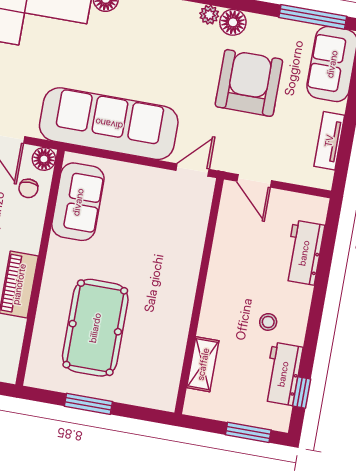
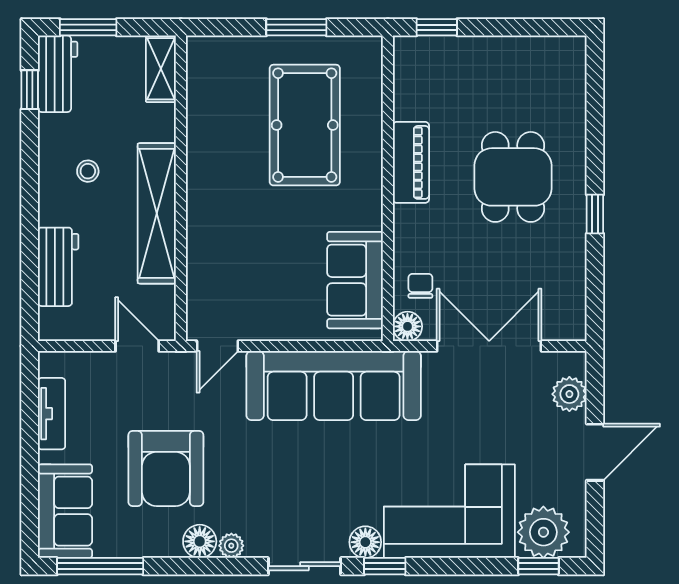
shelving: (221, 280) -> (157, 213), added
shelving: (203, 364) -> (161, 69), moved
workbench: (283, 374) -> (58, 74), moved

